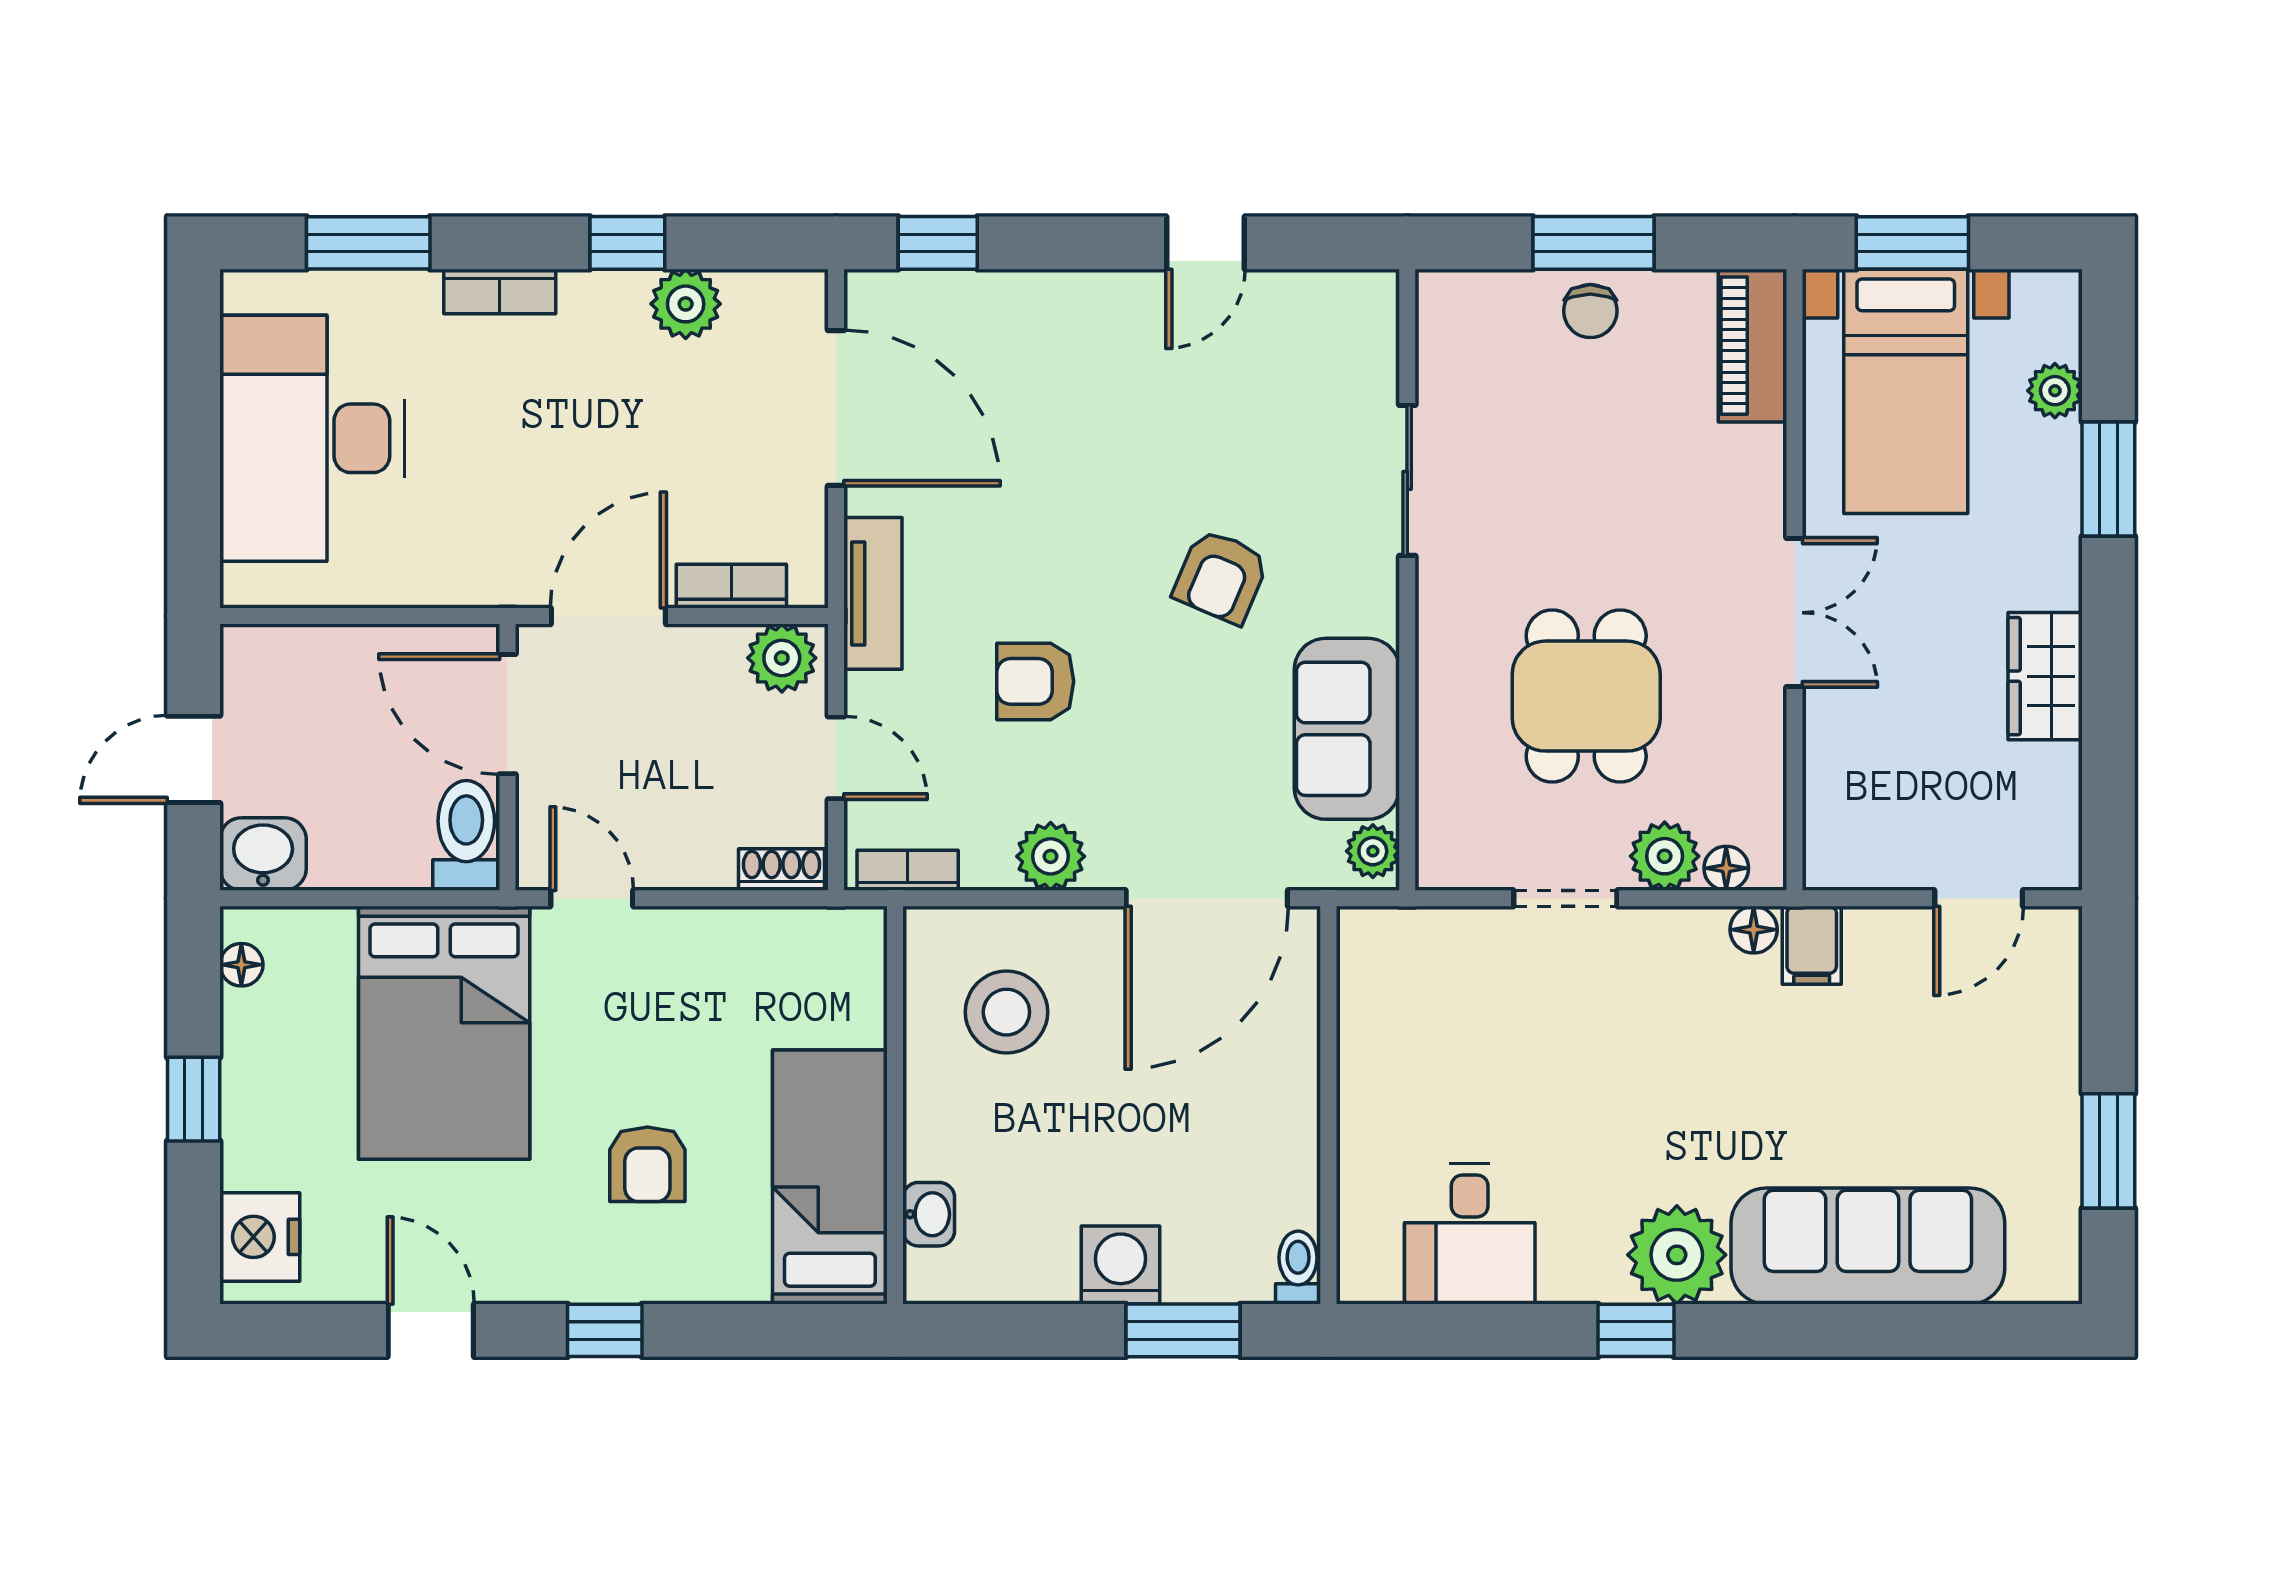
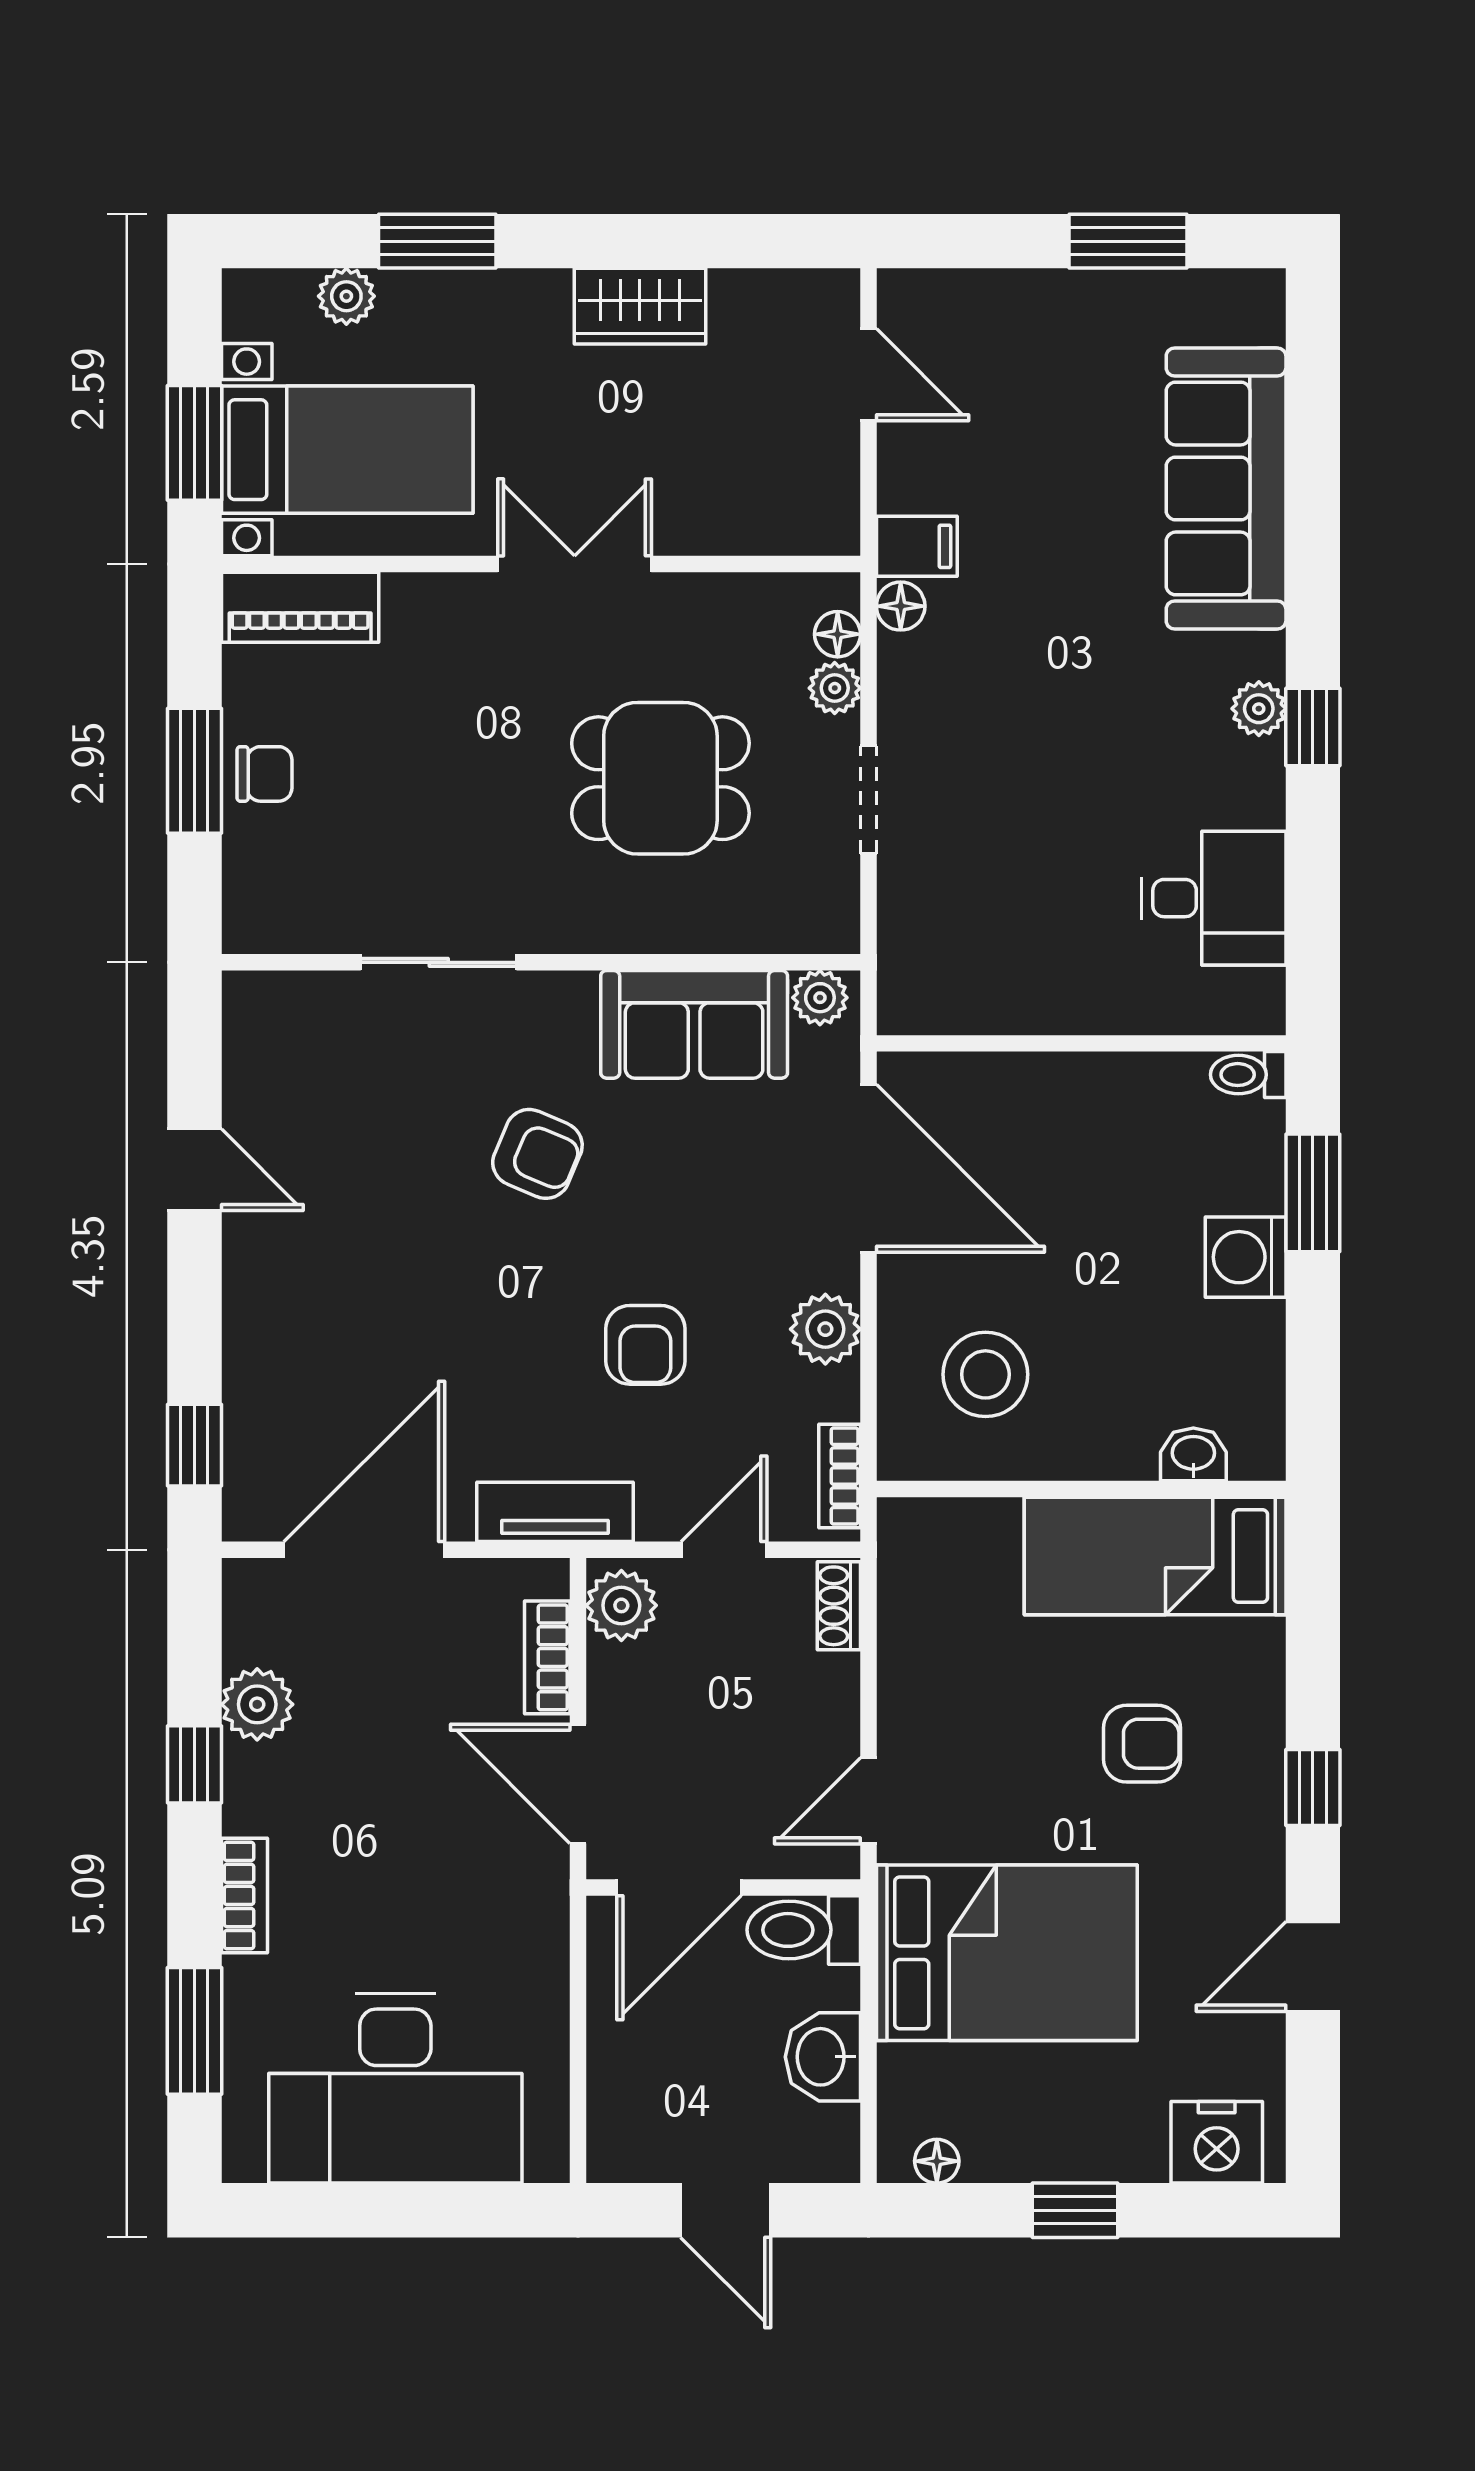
washbasin: (263, 854) -> (823, 2057), moved
plant: (1665, 856) -> (835, 688), width x0.73, depth x0.73
plant: (1677, 1255) -> (1259, 709), width x0.53, depth x0.53

